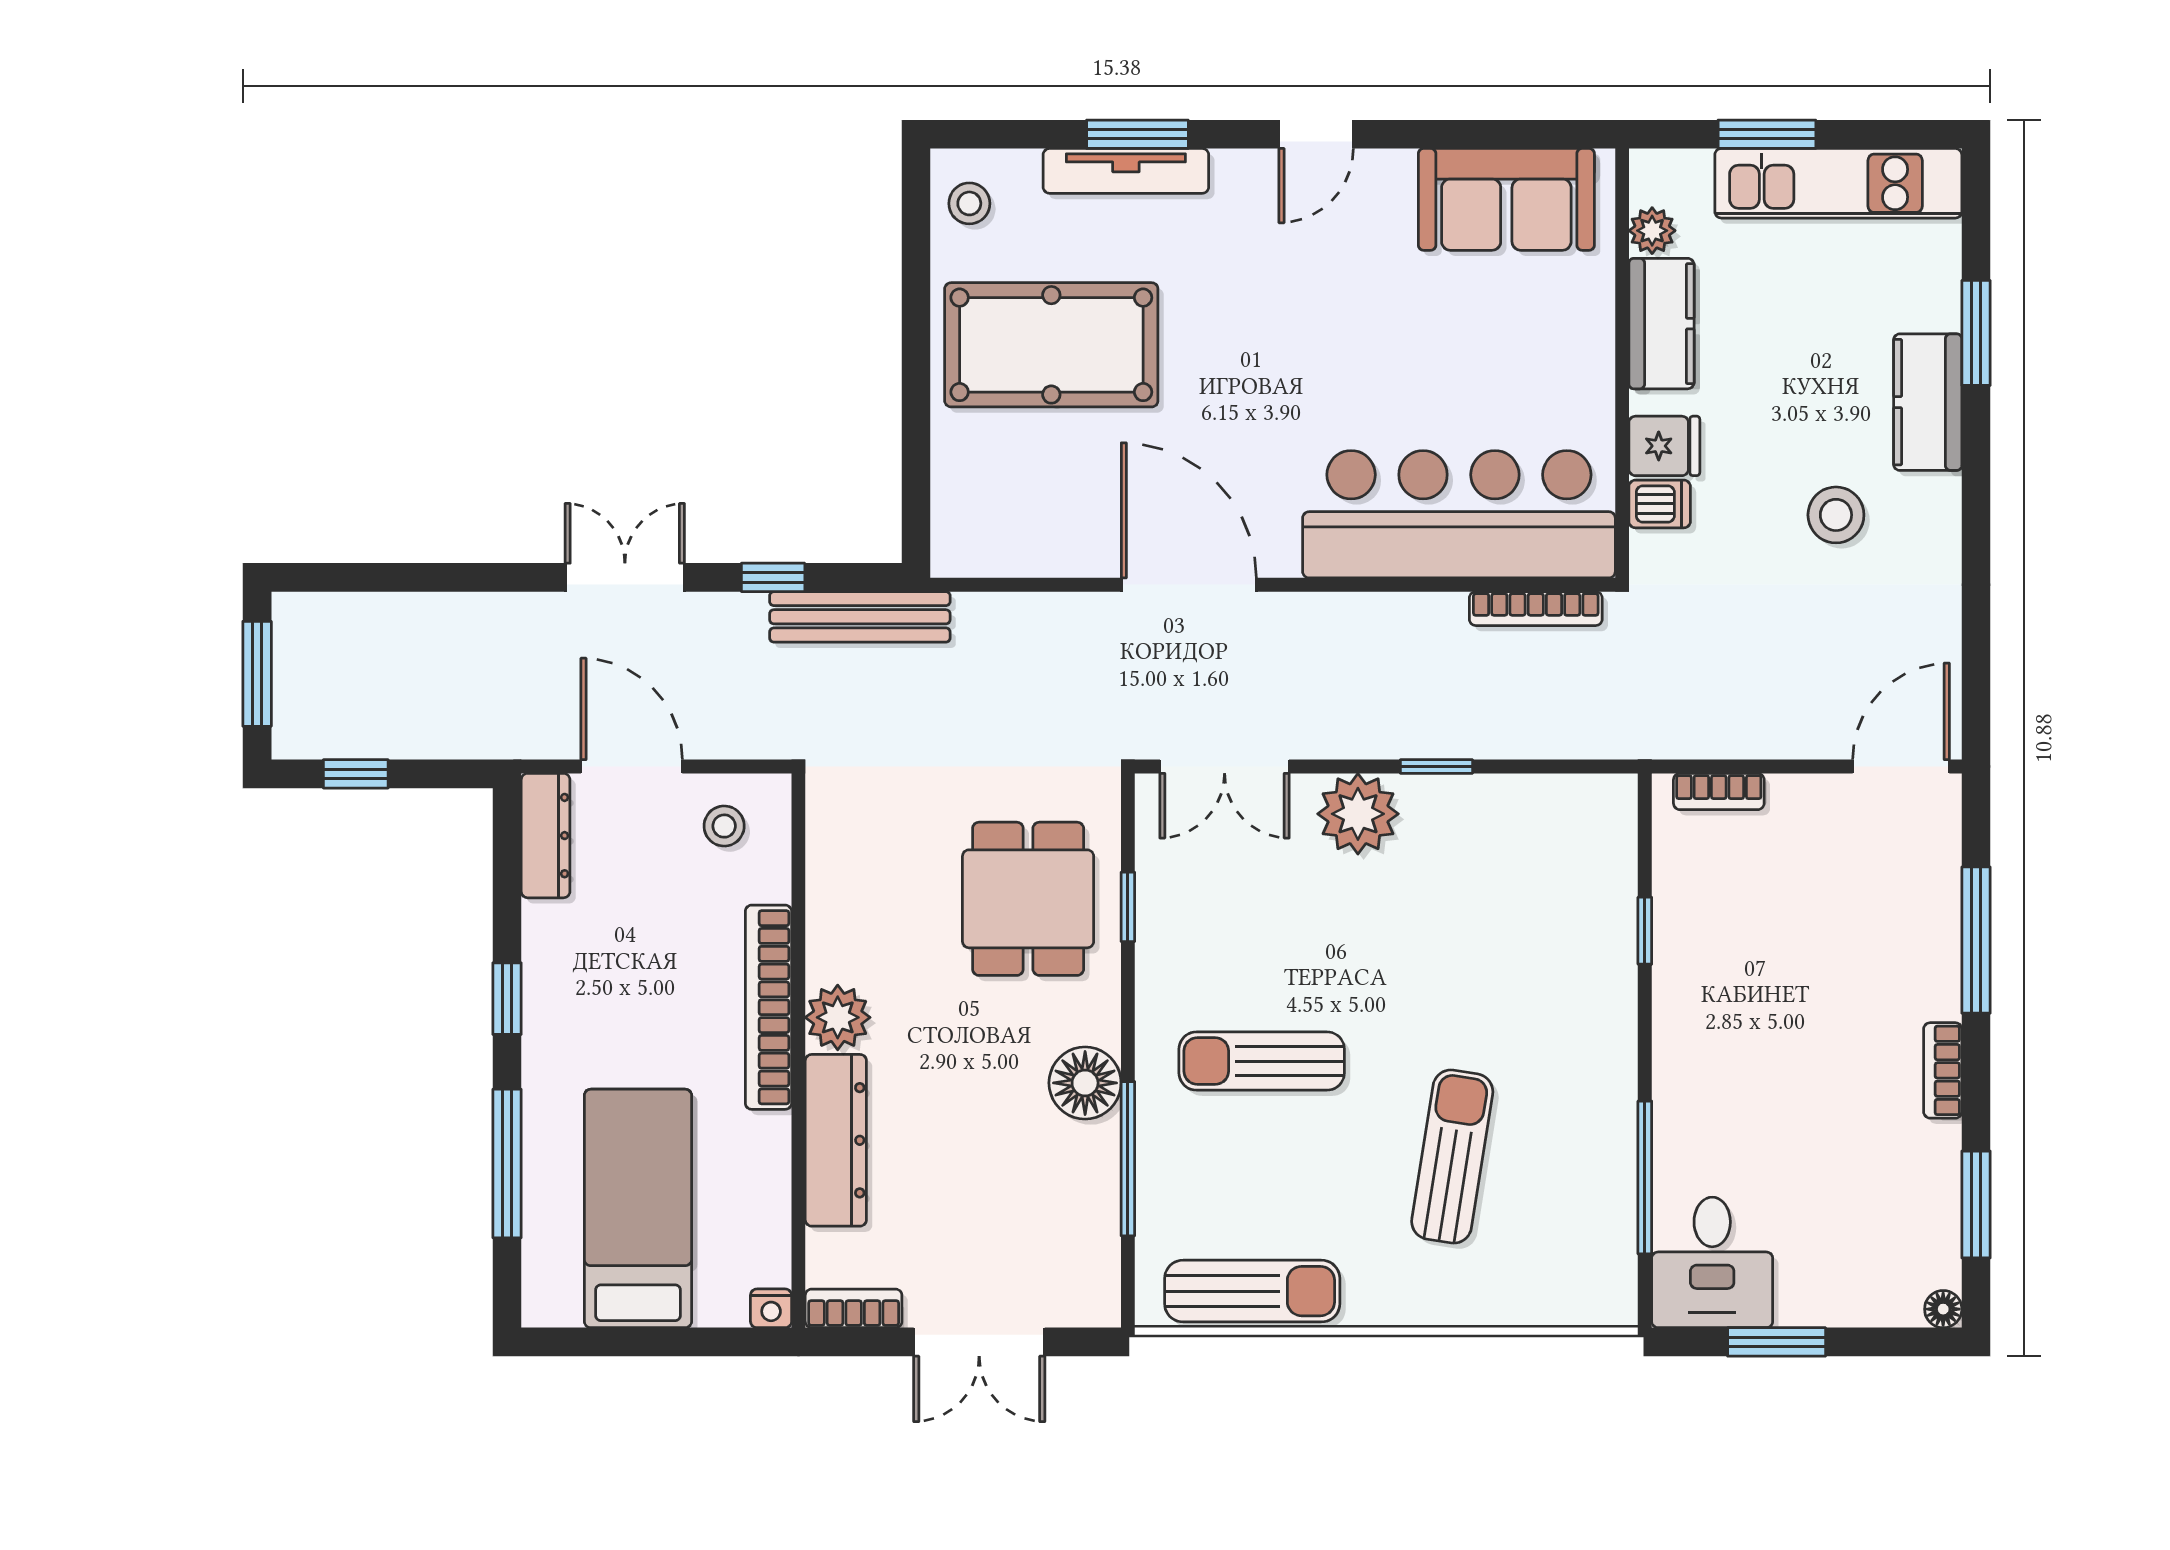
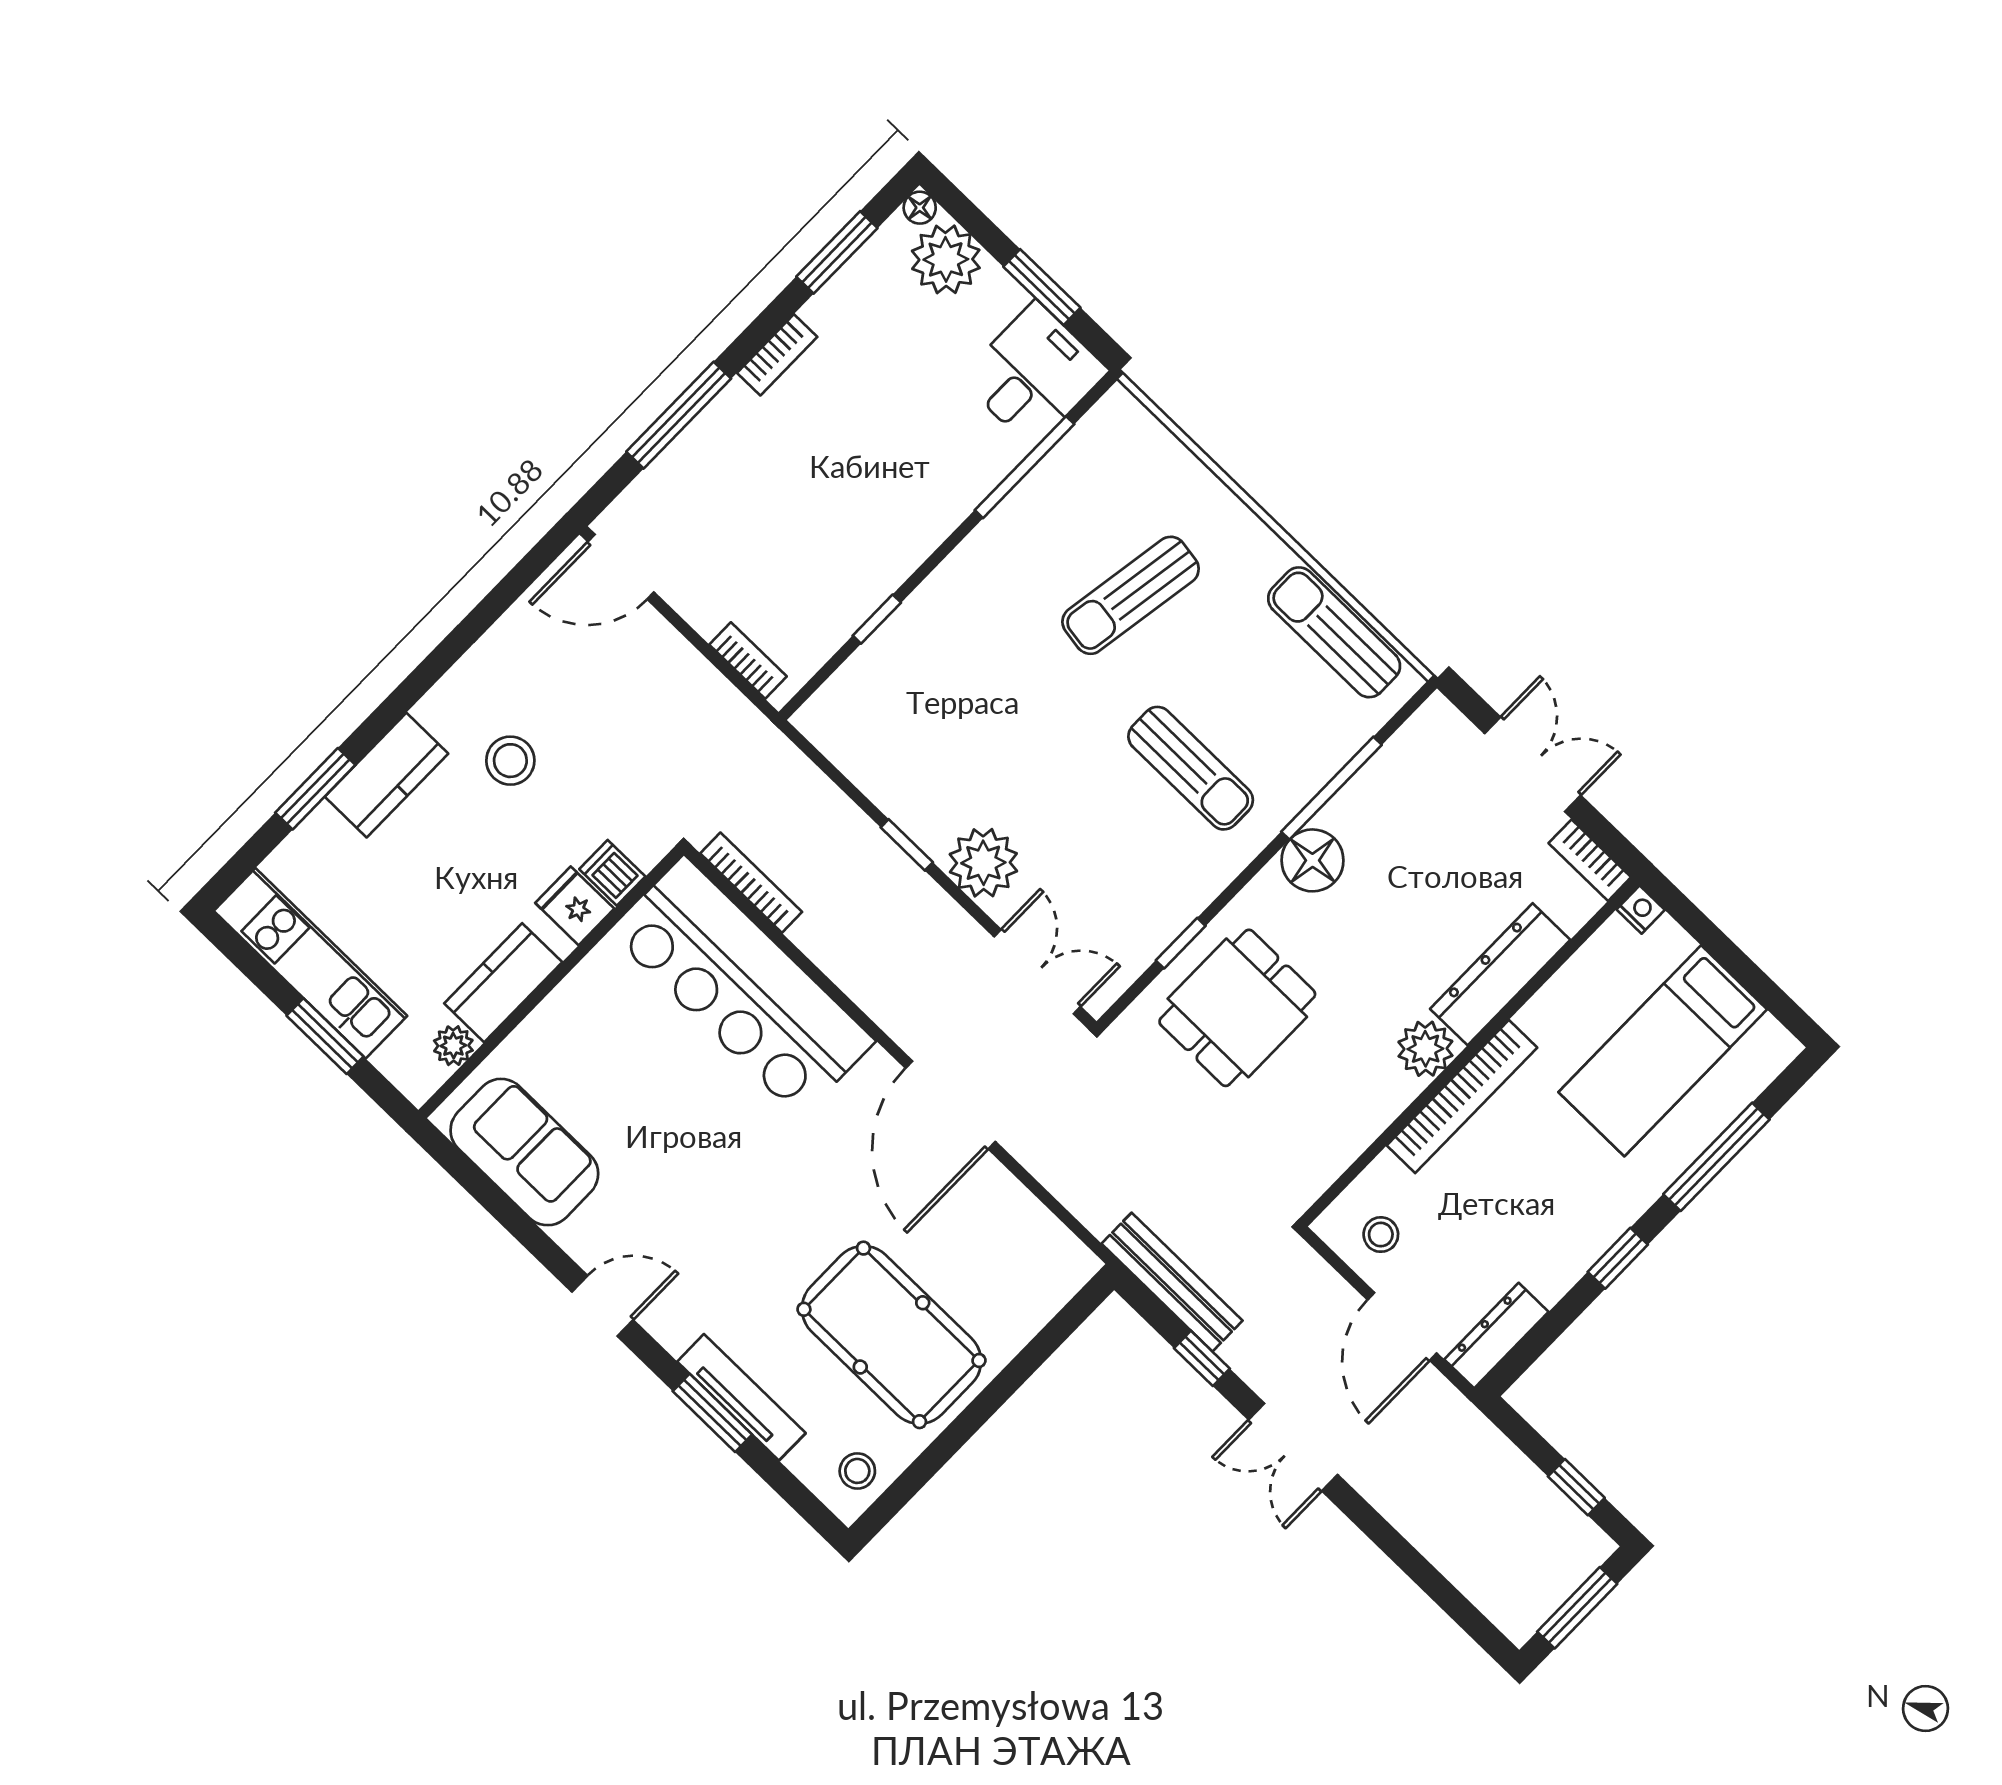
plant: (1879, 1287) -> (946, 259), added

